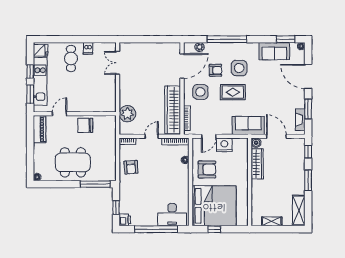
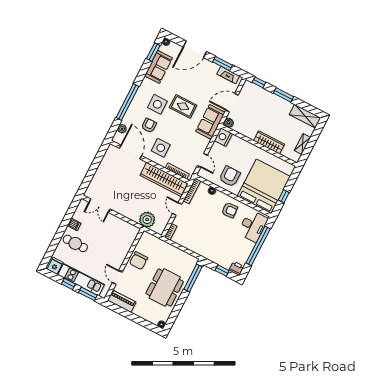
rug: (233, 92) -> (183, 106), moved, turned 90
nightstand: (224, 145) -> (223, 137), moved
wardrobe: (257, 164) -> (269, 142), moved
armchair: (131, 167) -> (230, 210), moved

